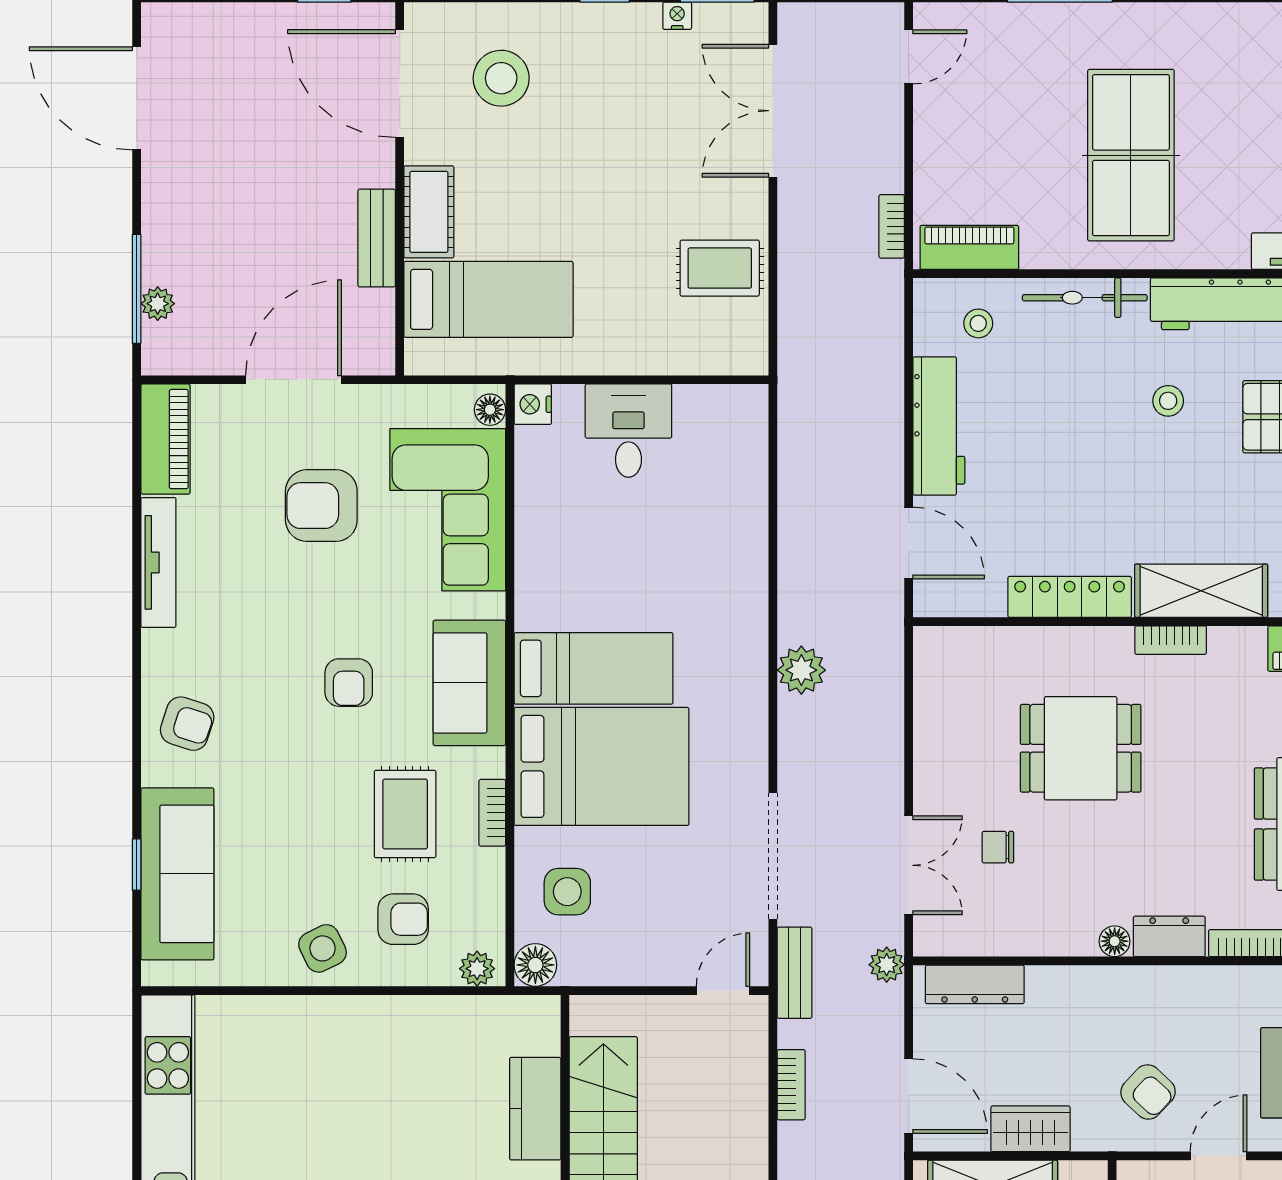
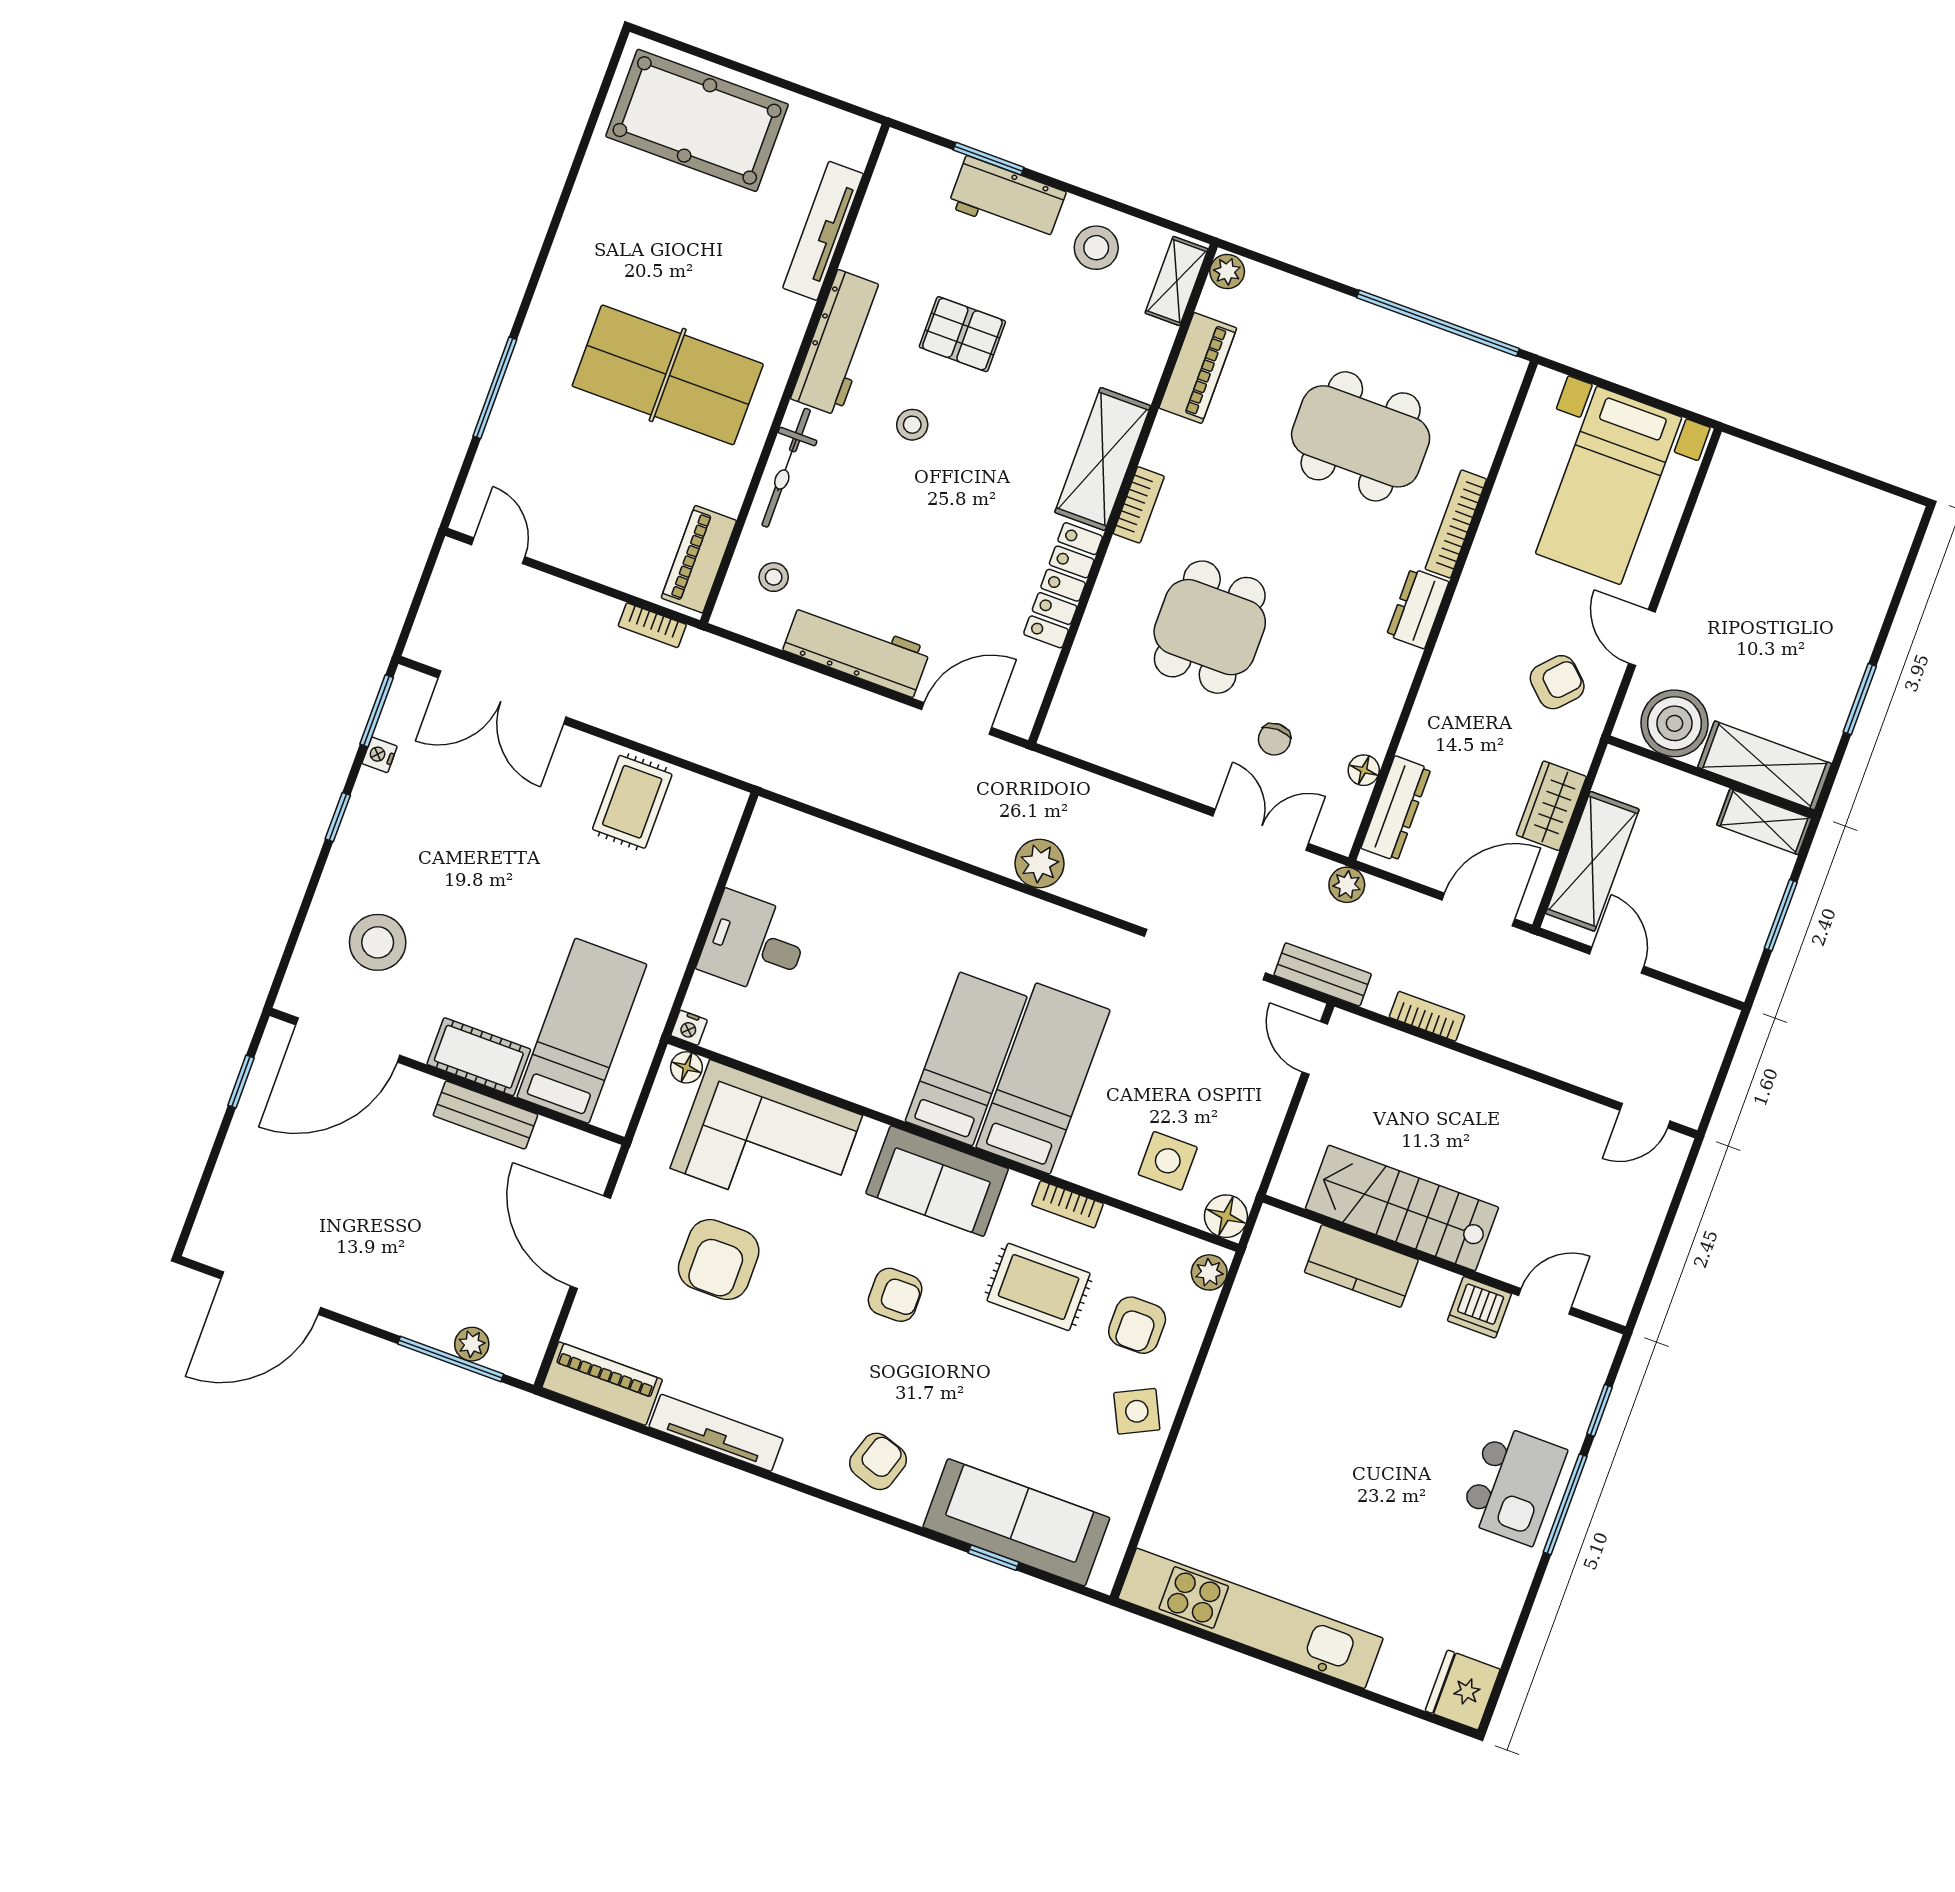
nightstand: (533, 404) -> (689, 1028), width x0.72, depth x0.74
bed: (601, 766) -> (1043, 1079), width x0.67
armchair: (403, 919) -> (1137, 1325), turned 180
floor lamp: (1115, 941) -> (1364, 770), moved

